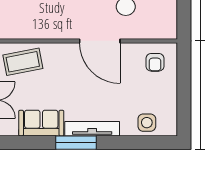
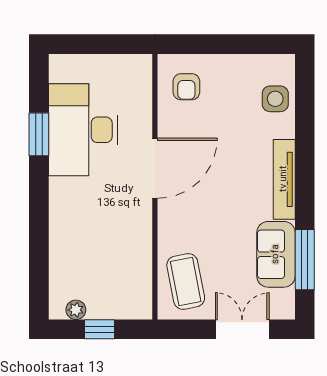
armchair: (155, 62) -> (186, 87), turned 90
window: (76, 143) -> (305, 260), moved

